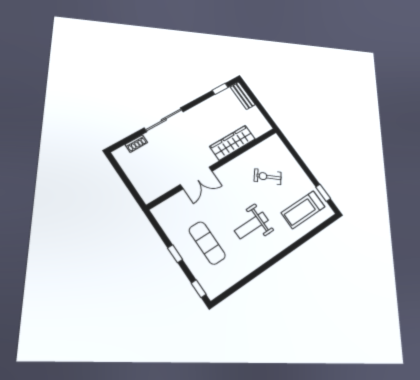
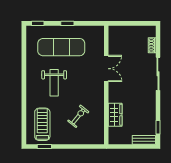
wardrobe: (232, 143) -> (115, 115), width x0.67
double door: (196, 178) -> (106, 69), swing flipped
weight bench: (251, 225) -> (54, 83), turned 180
exercise mat: (207, 243) -> (61, 47), width x1.36, depth x1.45

